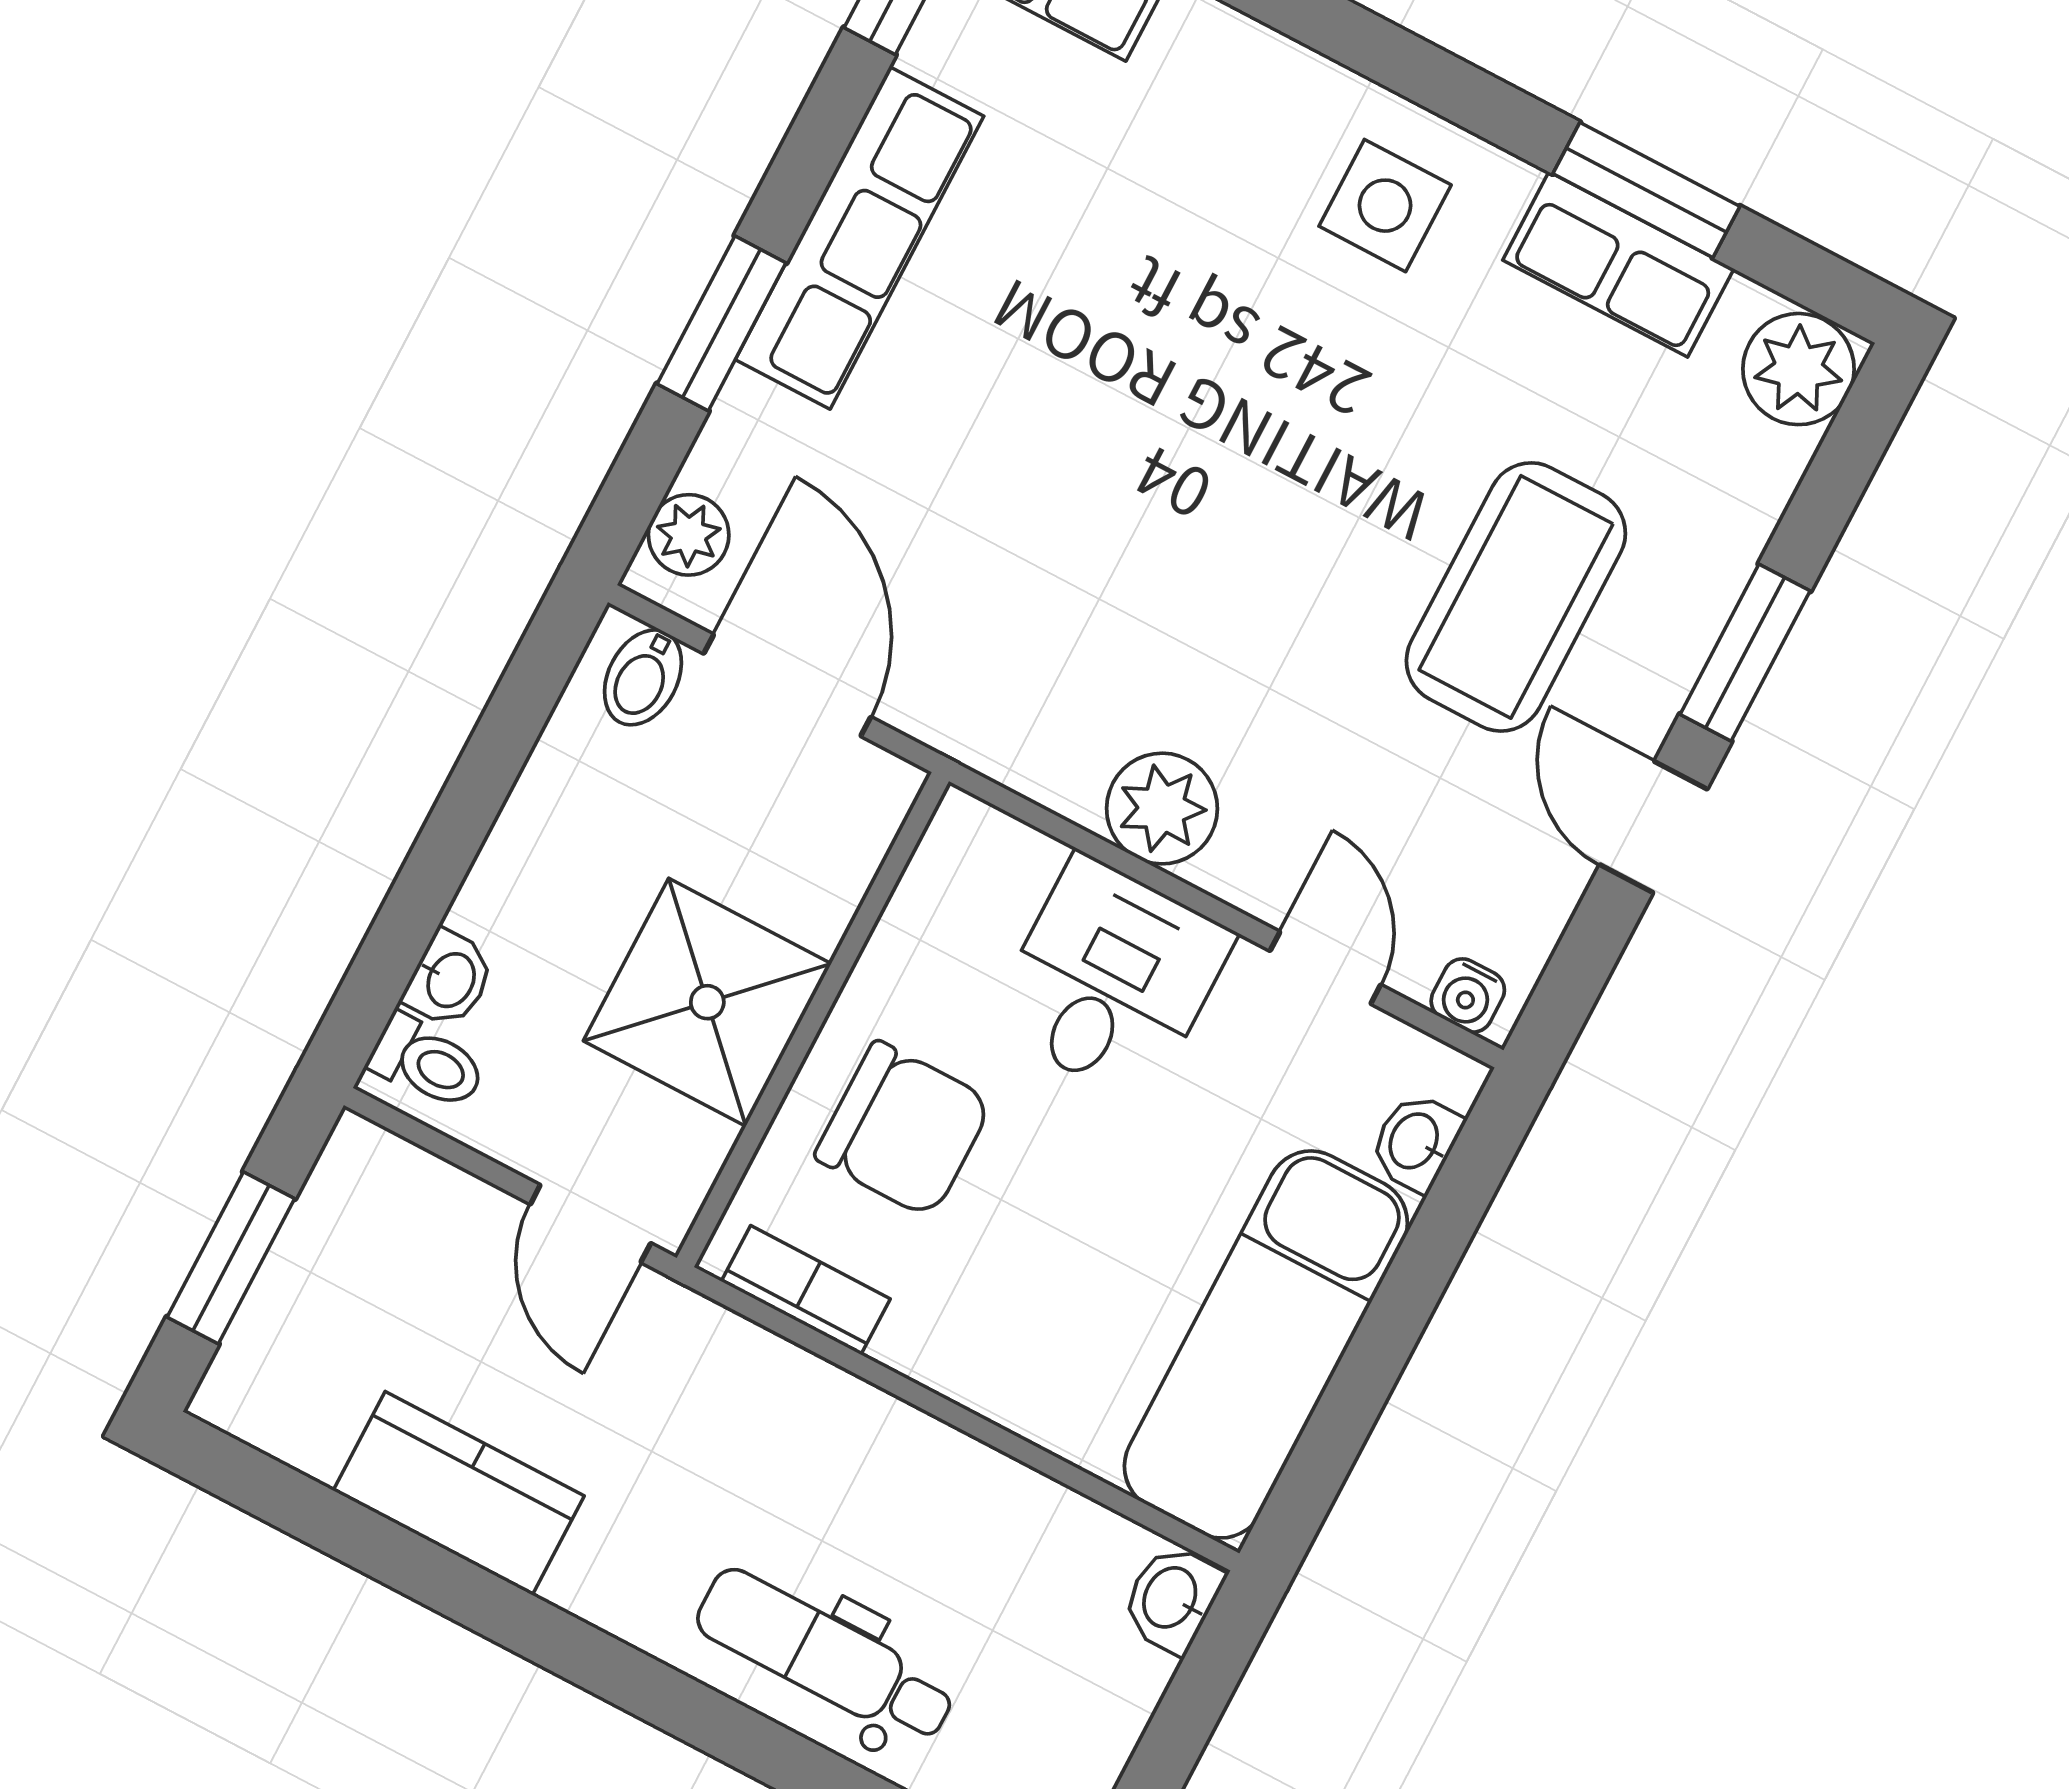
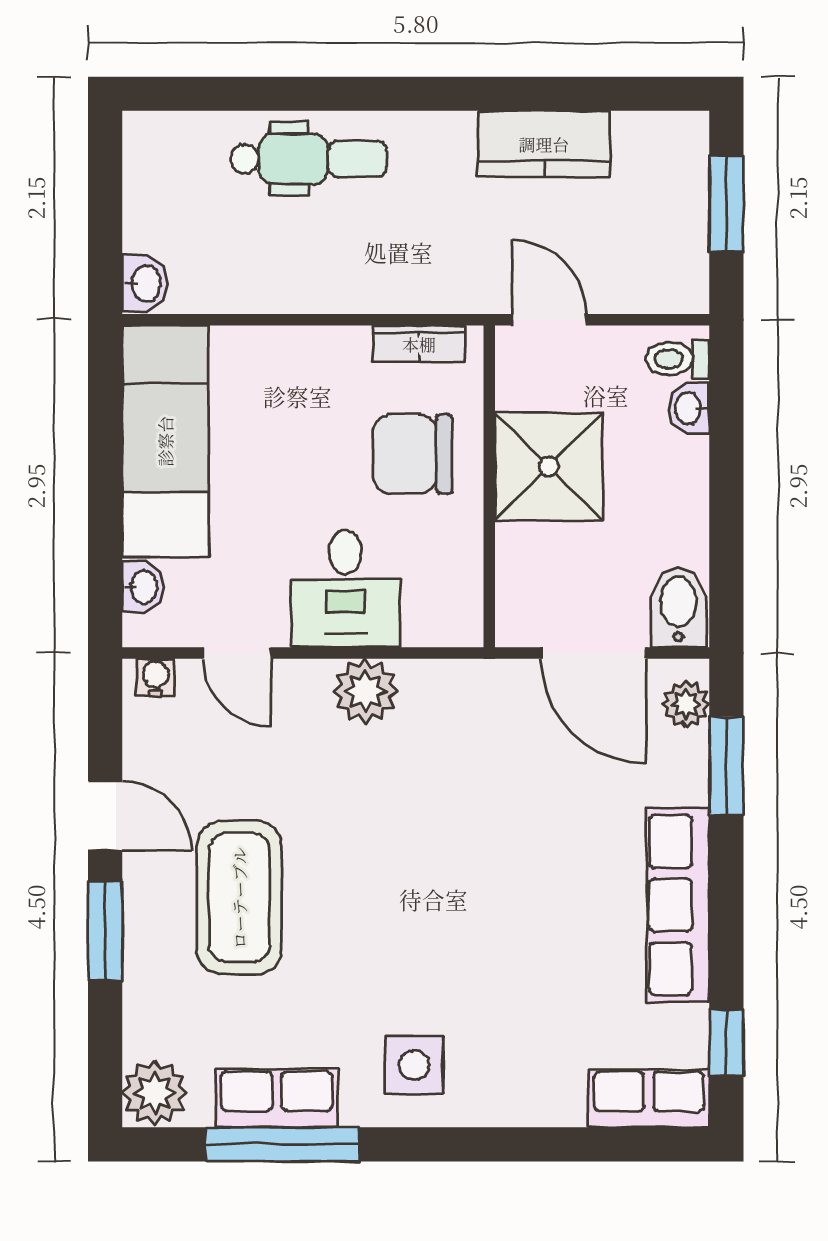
window: (1646, 190) -> (282, 1144), width x1.44
window: (722, 323) -> (726, 766), moved
bidet: (643, 677) -> (678, 607), width x1.38, depth x1.36

